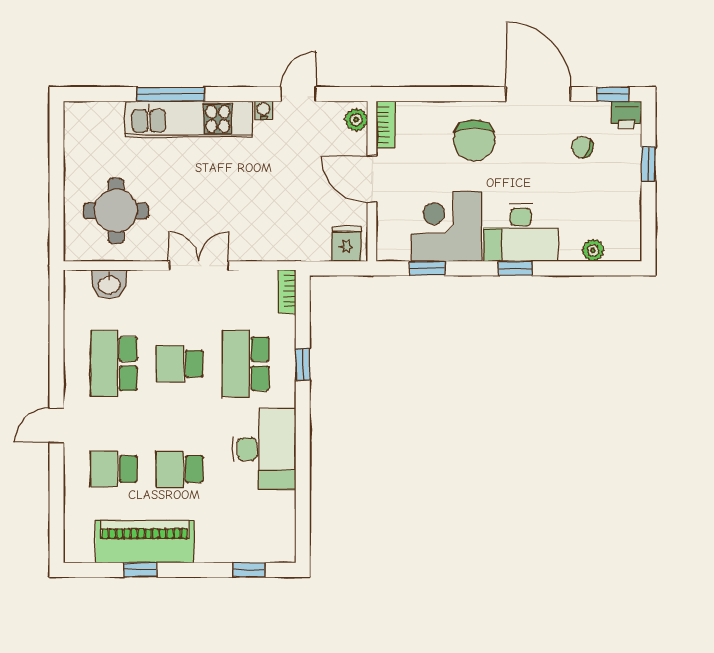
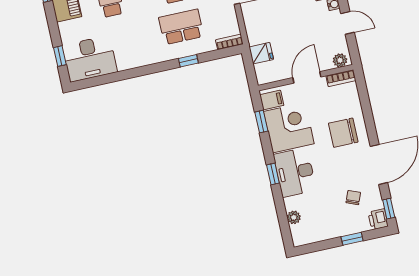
fridge: (346, 244) -> (261, 53), moved
filing cabinet: (396, 244) -> (272, 100), added
desk: (264, 449) -> (90, 59), moved

